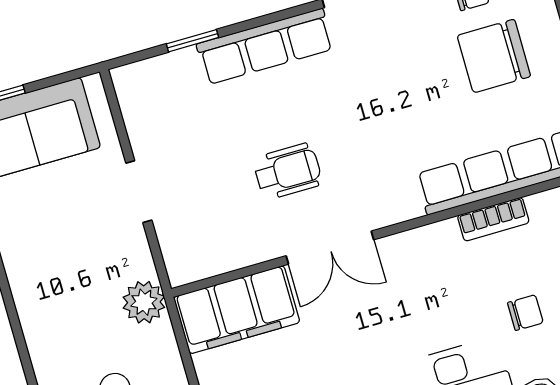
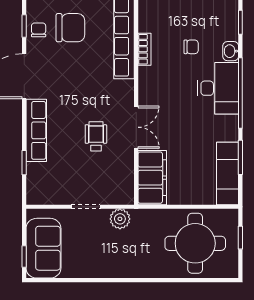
chair: (494, 56) -> (70, 28), turned -90
plant: (144, 302) -> (120, 219), moved
chair: (525, 313) -> (191, 47), turned 90

